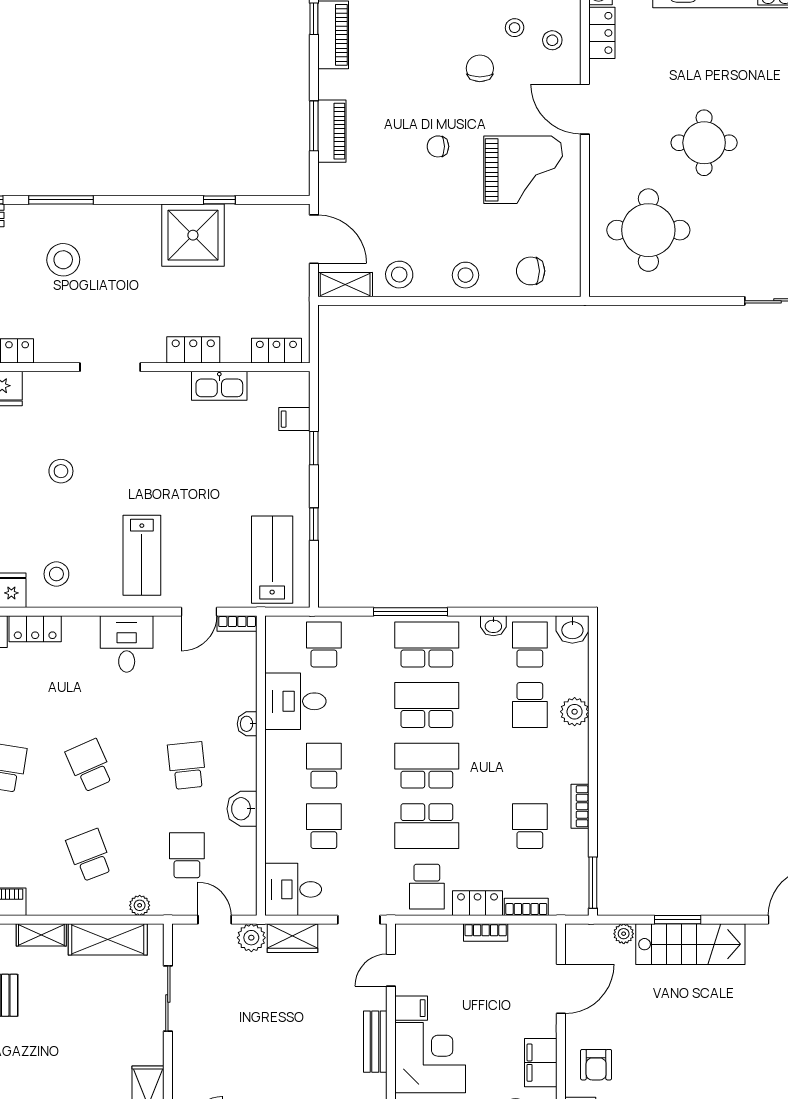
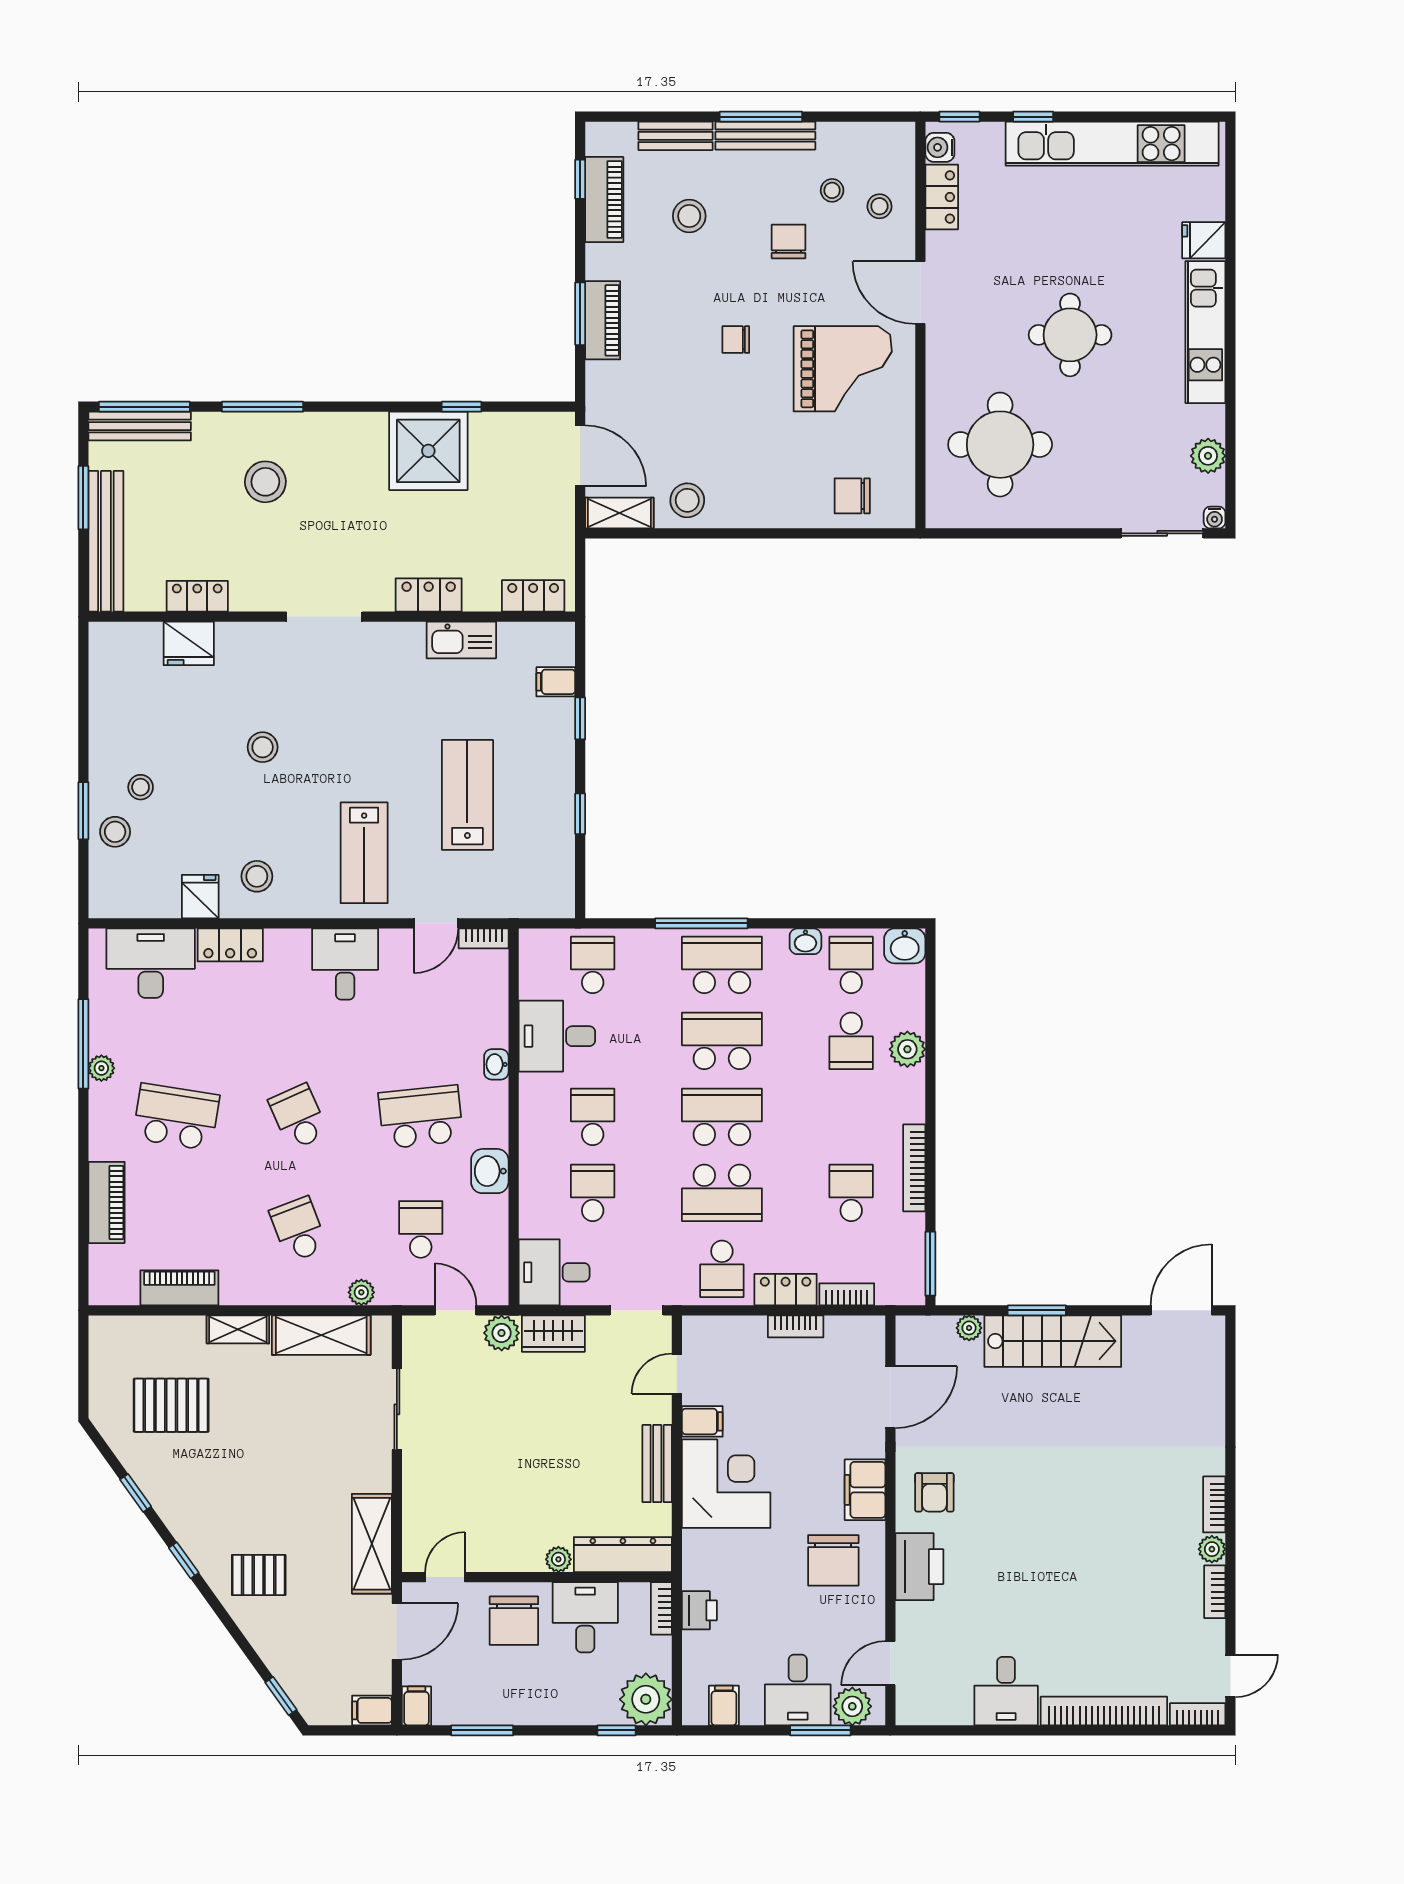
stool: (465, 275) -> (689, 216), moved
lab bench: (272, 560) -> (467, 795), moved
school desk: (187, 766) -> (421, 1117), width x1.85
bookcase: (580, 806) -> (914, 1168), width x1.56

